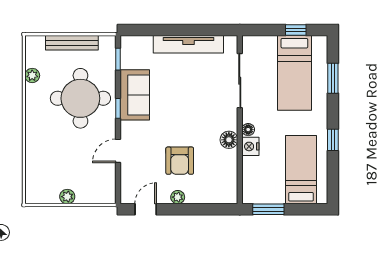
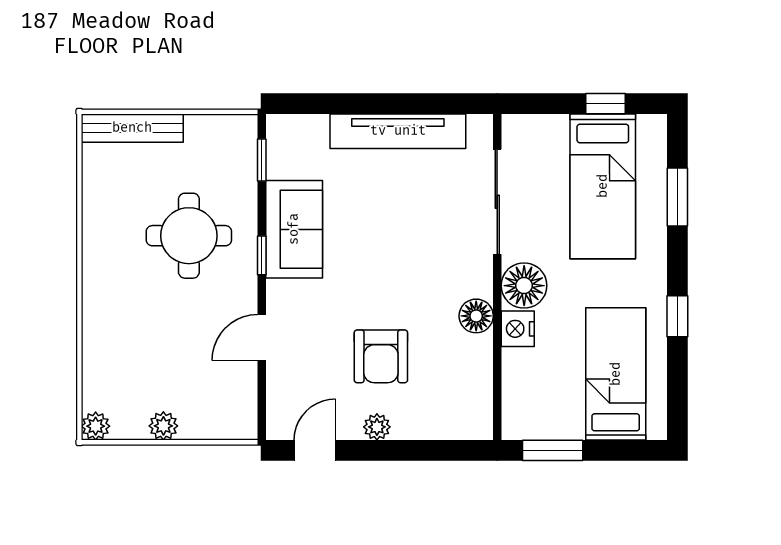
bench: (72, 43) -> (132, 128), moved
plant: (32, 75) -> (96, 426), moved
round table: (80, 98) -> (189, 236), width x0.73, depth x0.73
floor lamp: (248, 130) -> (524, 286), width x1.89, depth x1.89

